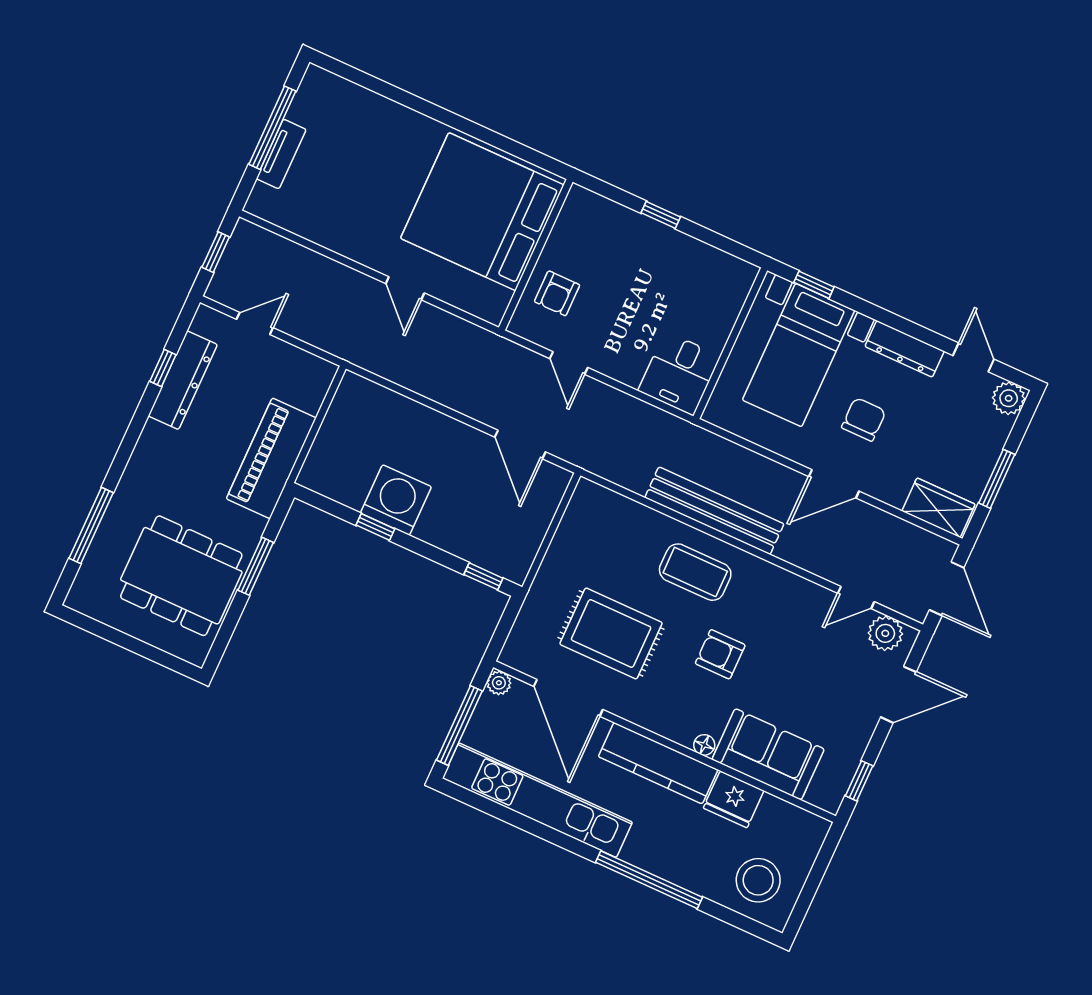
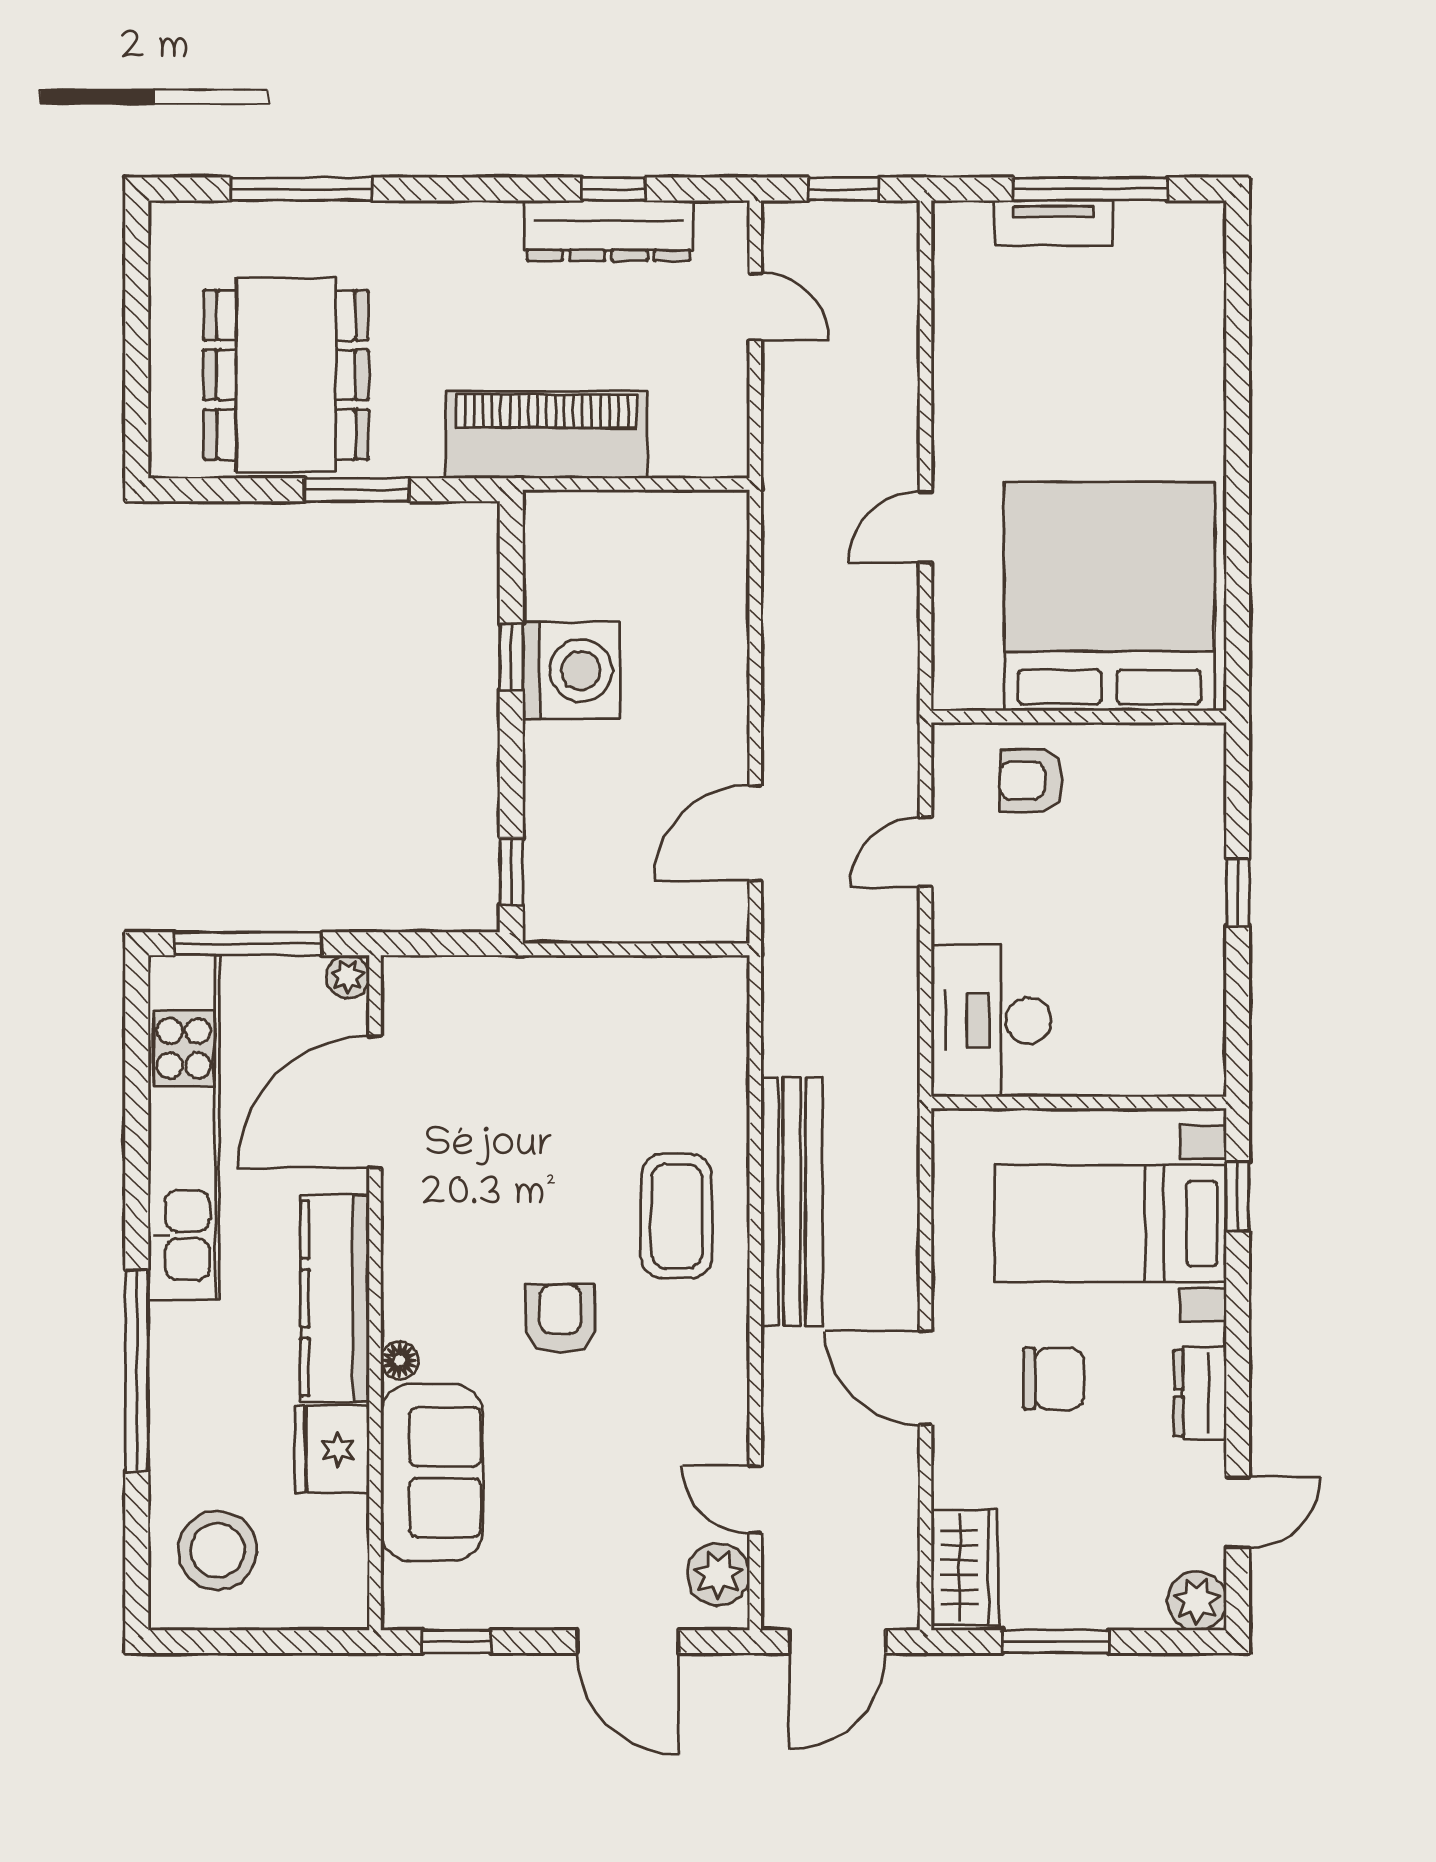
dresser: (905, 349) -> (1200, 1393), width x0.70
desk: (679, 373) -> (991, 1021), width x1.37
rug: (611, 633) -> (513, 1124), removed

